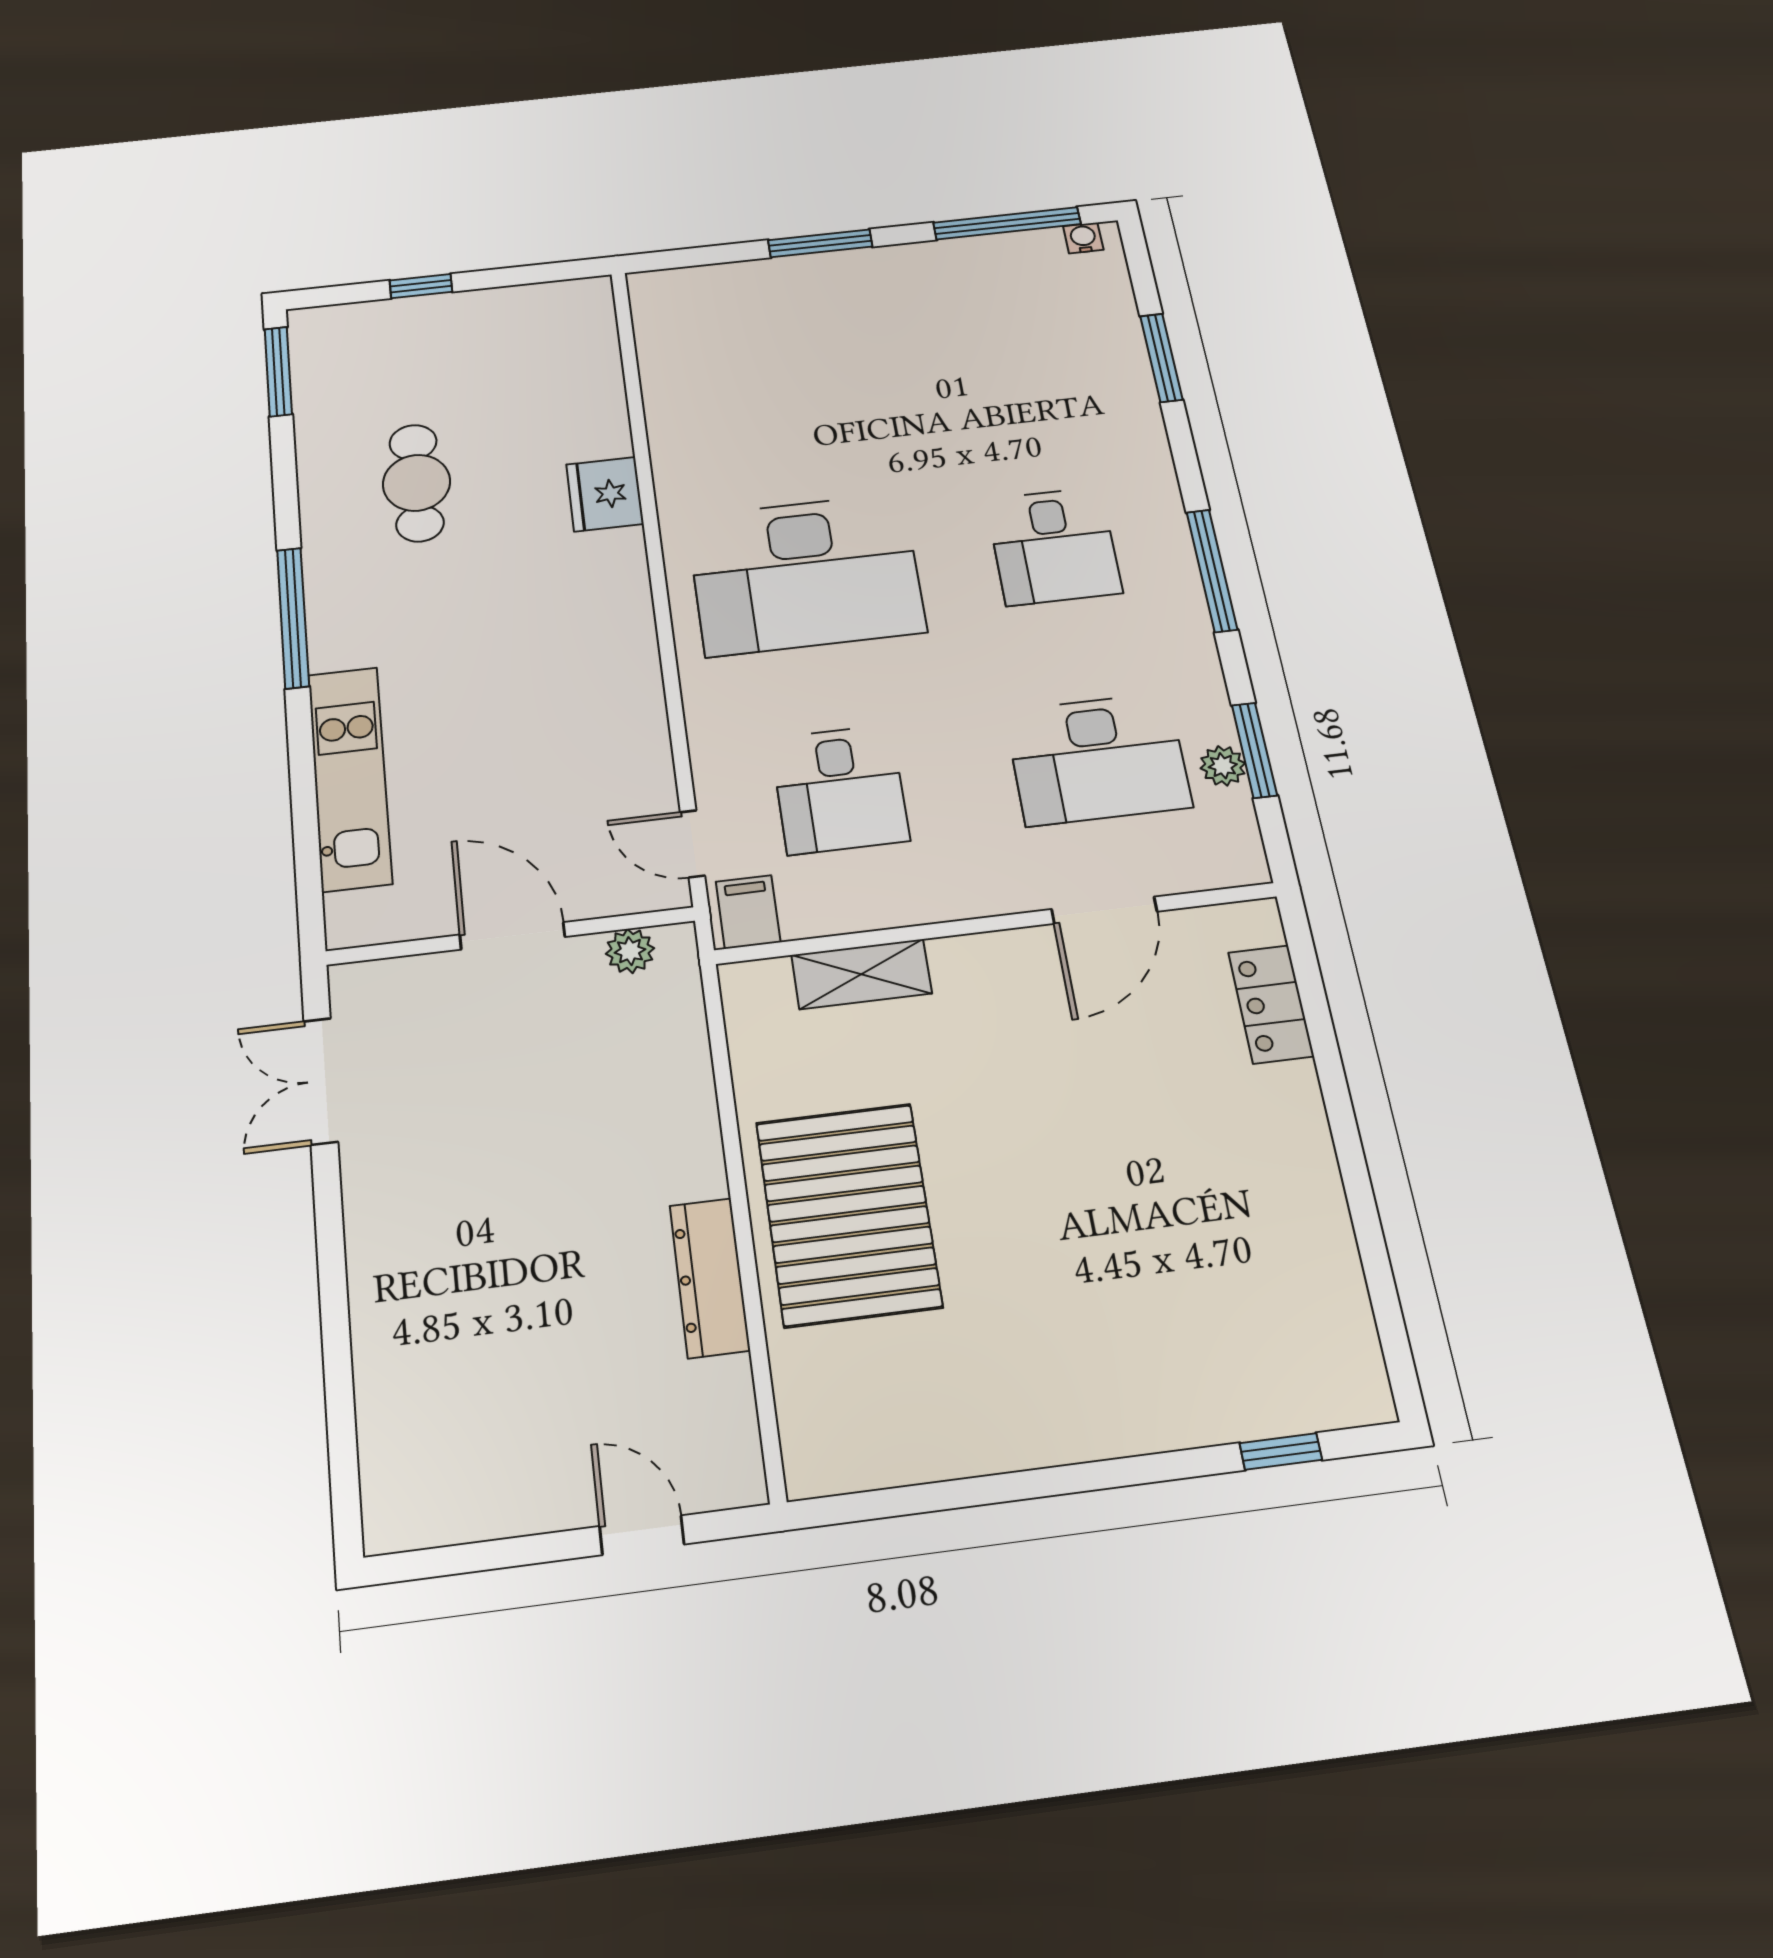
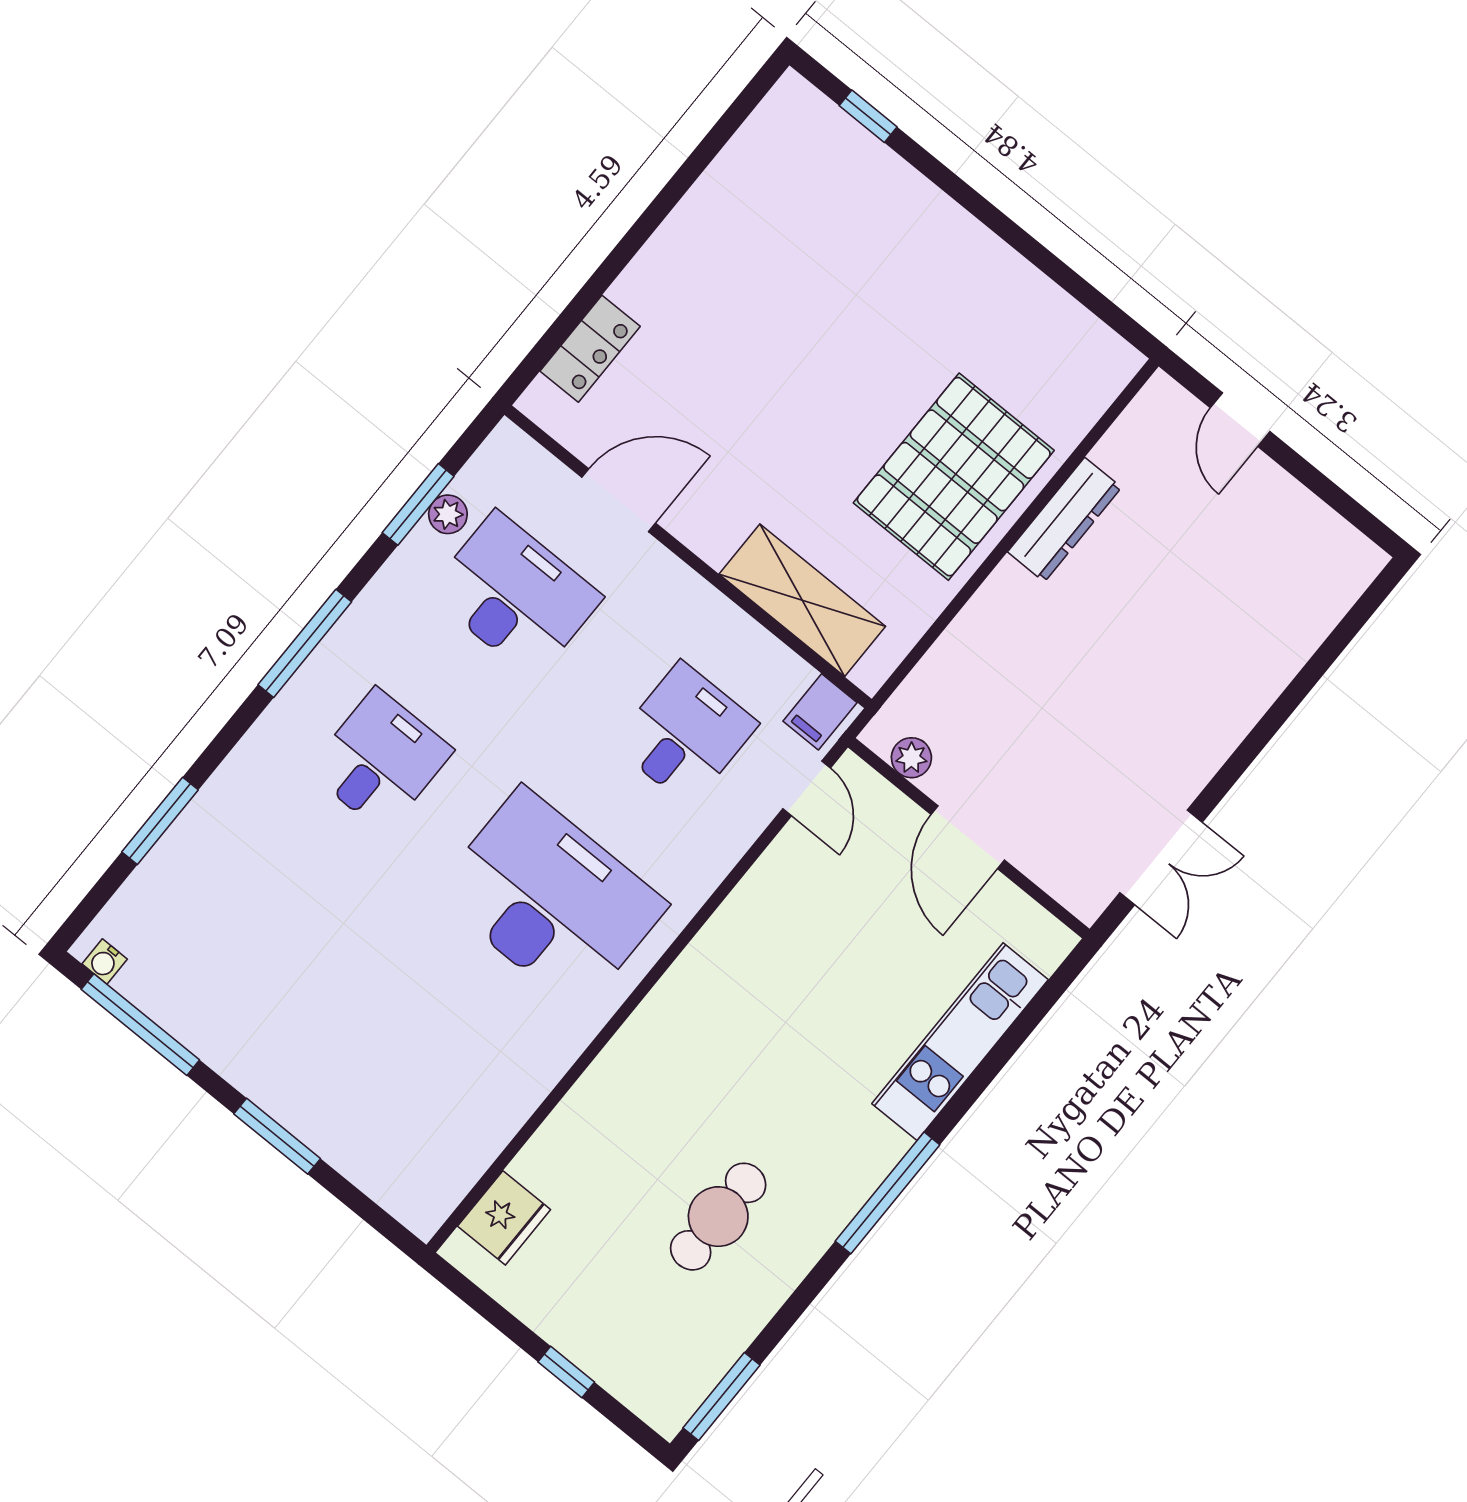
fridge: (605, 494) -> (504, 1218), moved
shelving: (861, 974) -> (802, 600), width x1.50, depth x1.33

